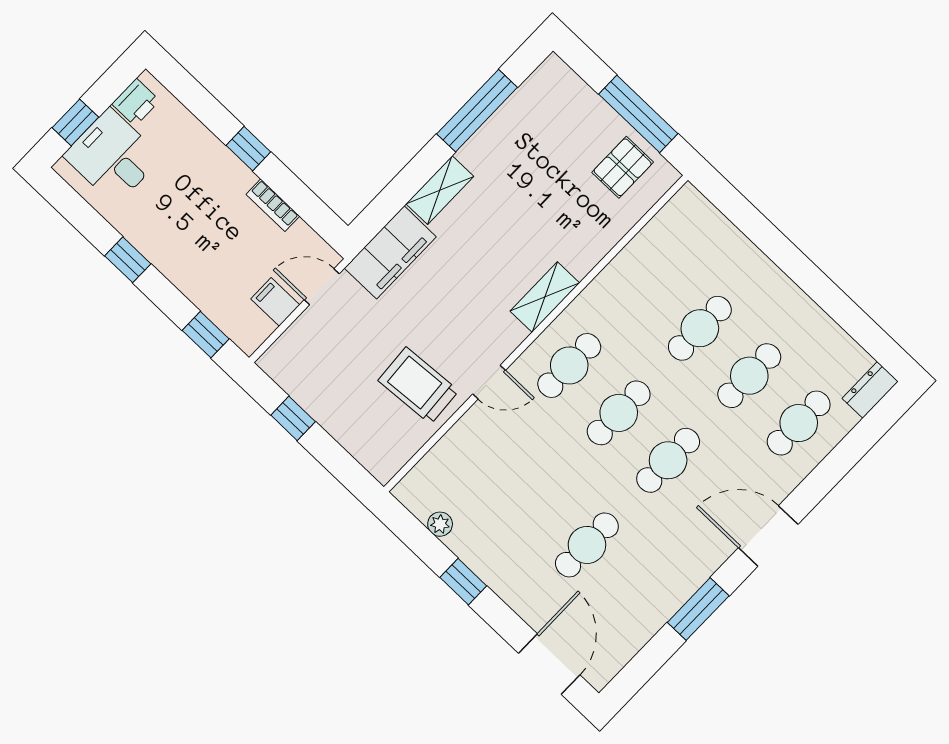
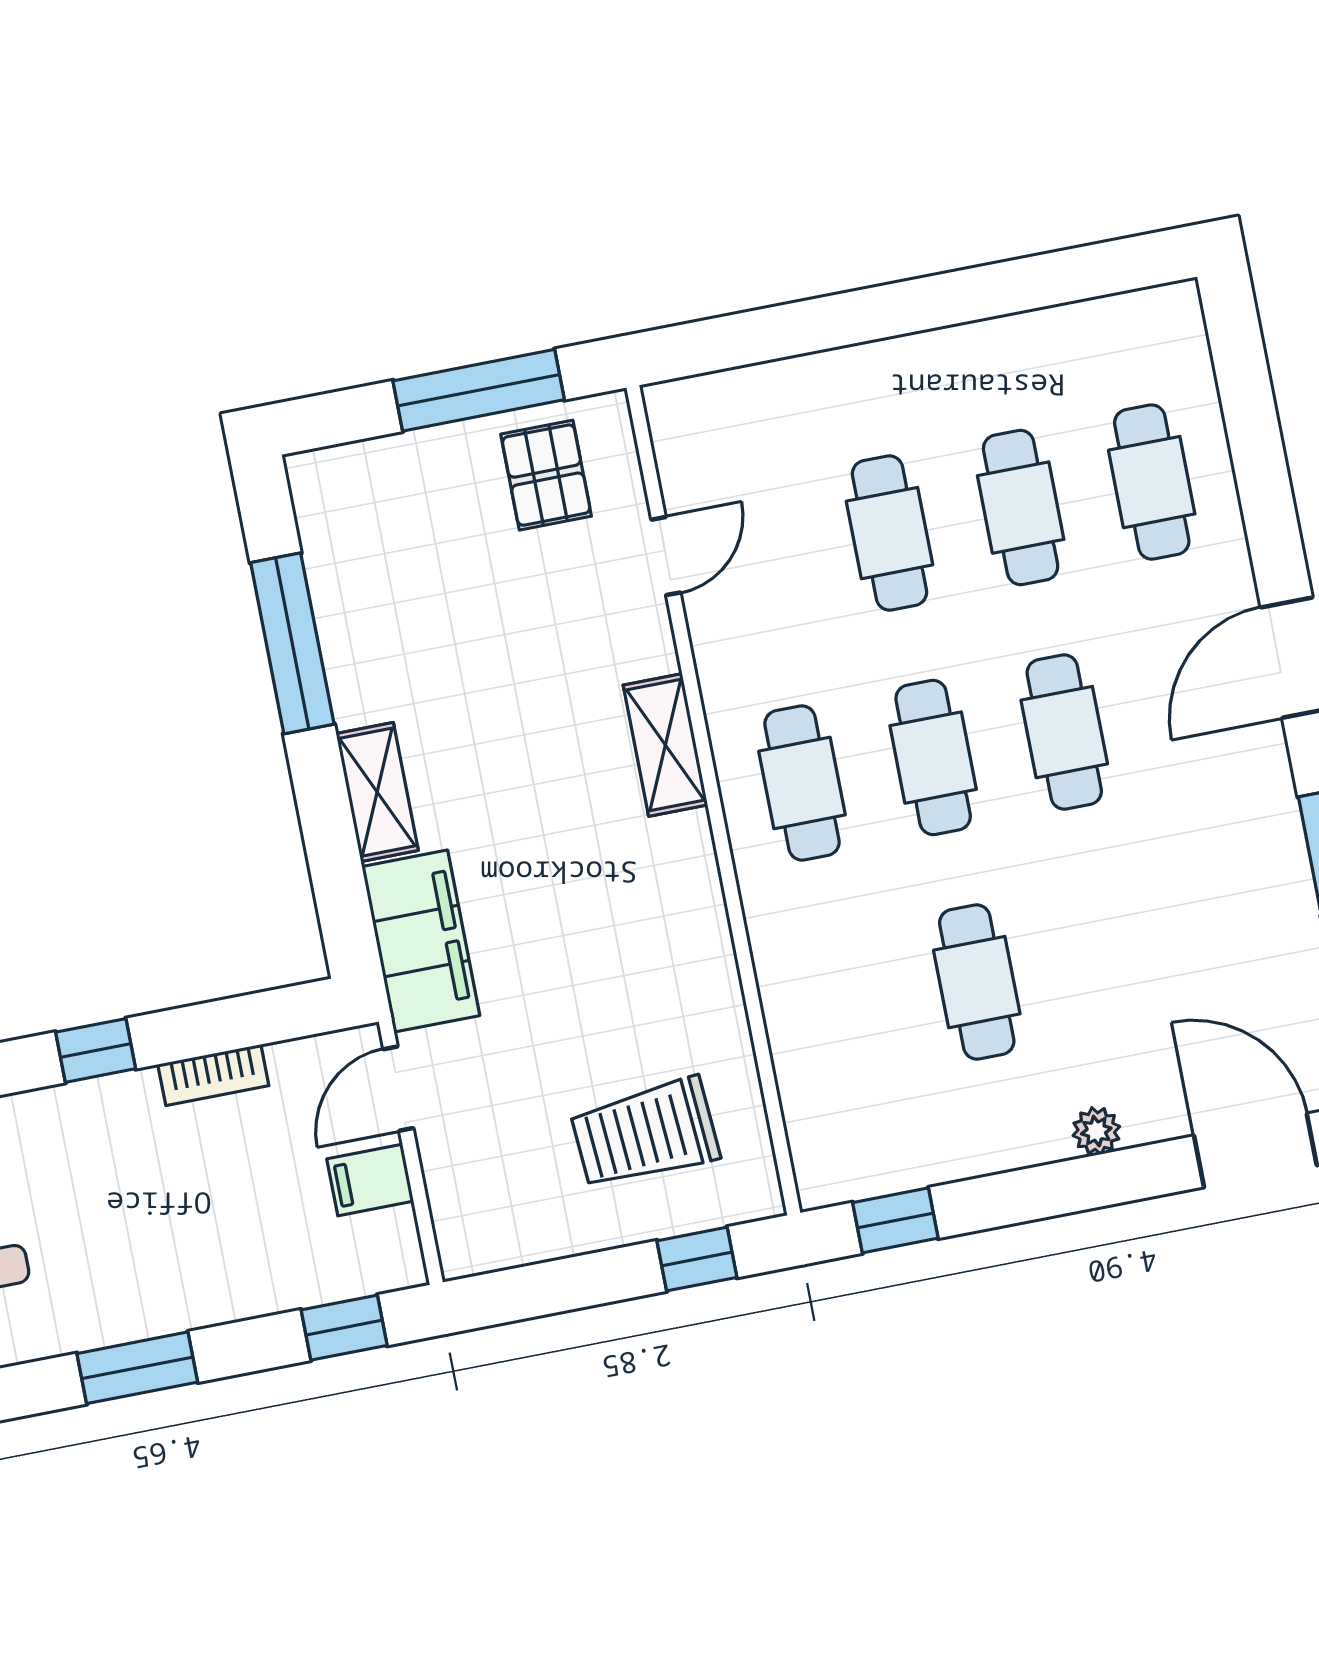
window: (128, 260) -> (137, 1368), width x1.50
door: (489, 382) -> (666, 556), moved
trolley: (418, 386) -> (645, 1134), moved
dresser: (870, 390) -> (1179, 331), removed
window: (293, 418) -> (697, 1259), moved
plant: (440, 524) -> (1096, 1131), moved
cafe table: (587, 545) -> (977, 982), moved
window: (463, 582) -> (895, 1220), moved

